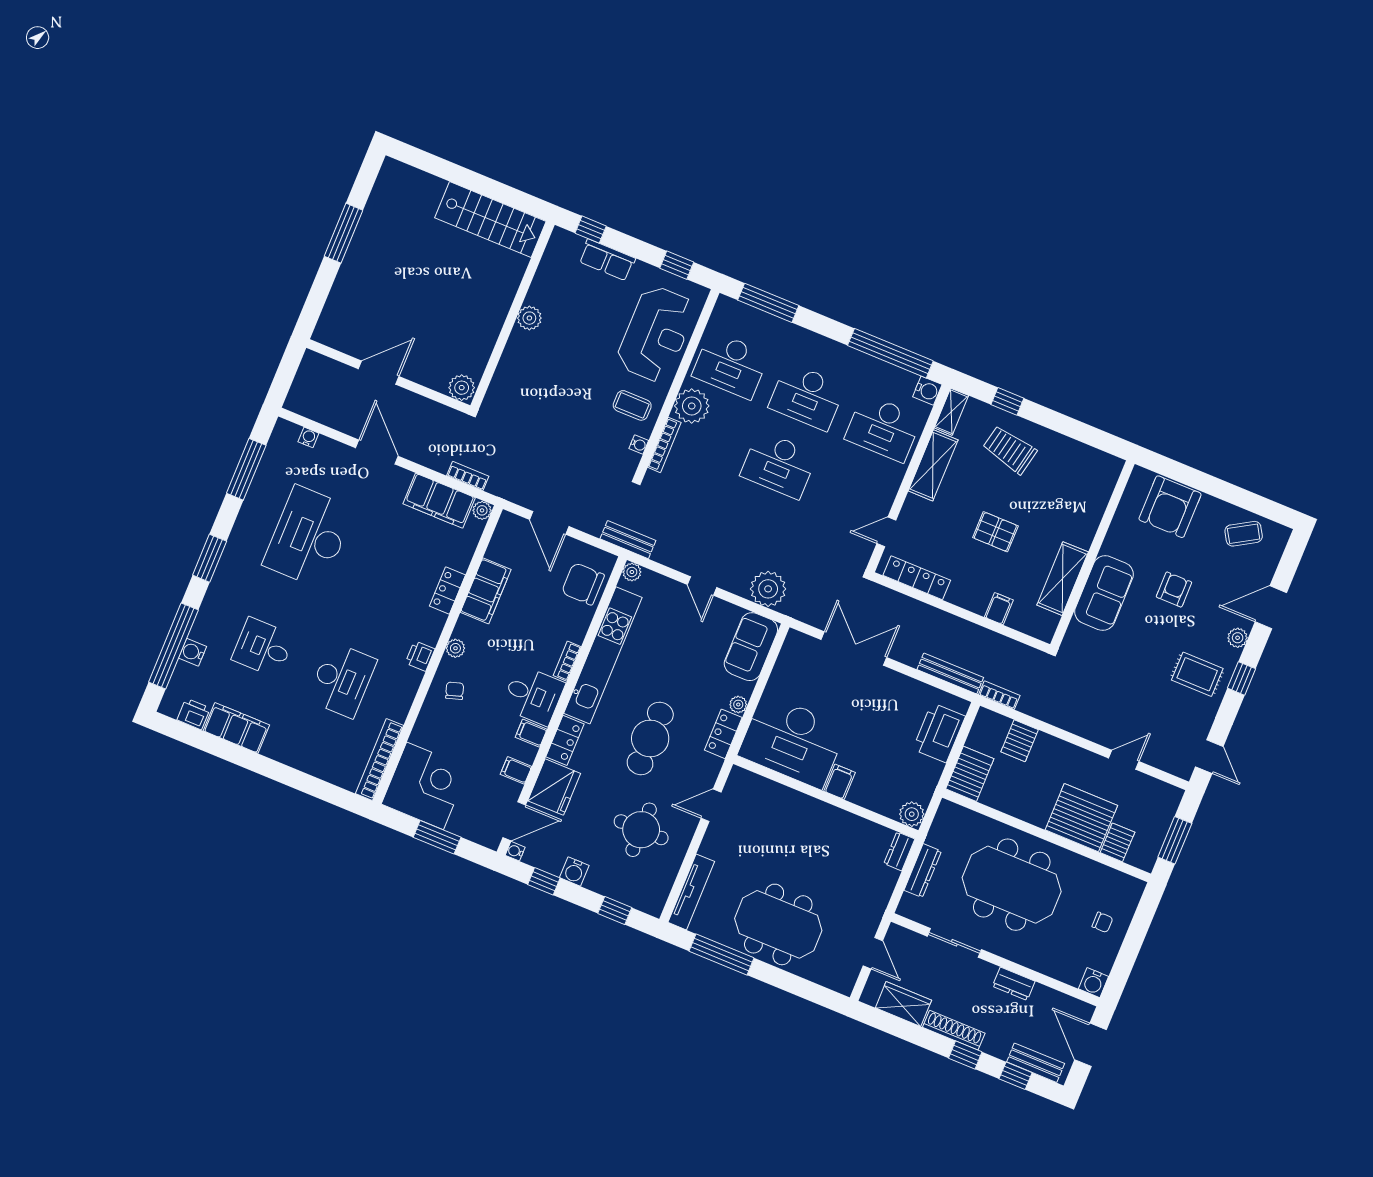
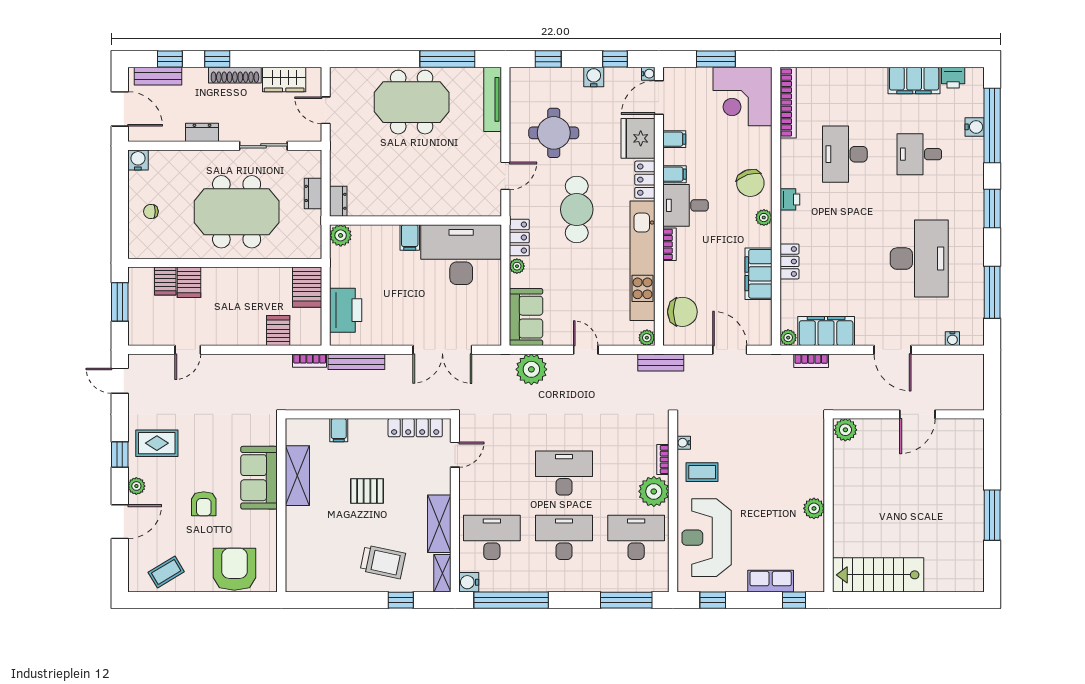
bookcase: (664, 445) -> (663, 459), width x0.64
desk: (263, 647) -> (919, 154), turned 180
chair: (455, 691) -> (750, 183), width x1.87, depth x1.87
server rack: (1081, 818) -> (189, 282), width x0.46, depth x0.70
dresser: (923, 871) -> (313, 193), width x0.70

